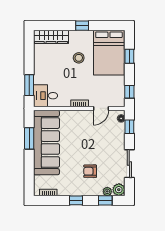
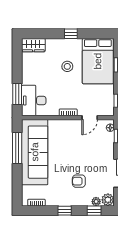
wardrobe: (51, 37) -> (33, 45), width x0.67
desk: (46, 96) -> (34, 101), width x1.37
window: (29, 138) -> (17, 148), width x1.44

